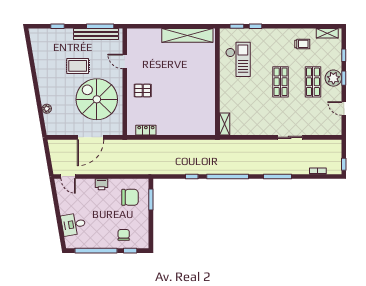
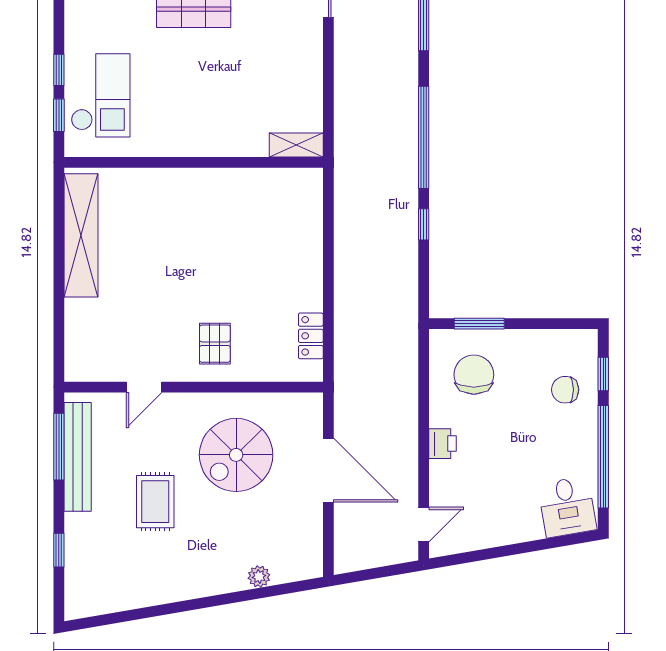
checkout: (238, 59) -> (101, 95), moved, turned 90
spiral stairs: (97, 99) -> (236, 455), width x0.73, depth x0.73
desk: (73, 224) -> (567, 507), moved

